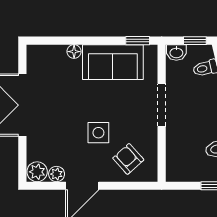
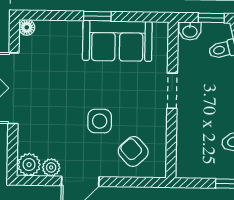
window: (138, 41) -> (97, 16), moved
floor lamp: (74, 52) -> (27, 27), moved
doorway: (162, 105) -> (172, 91), width x0.73

